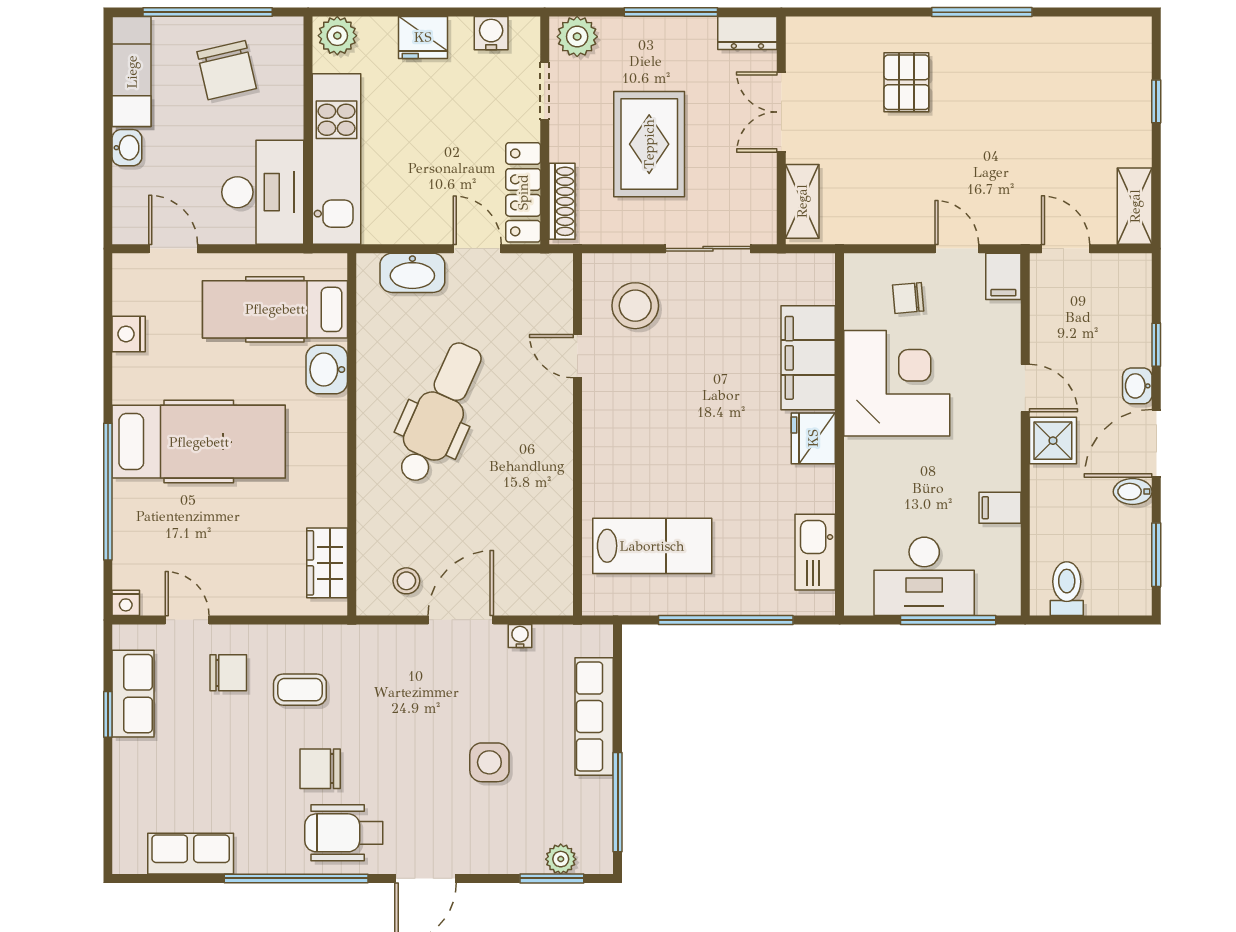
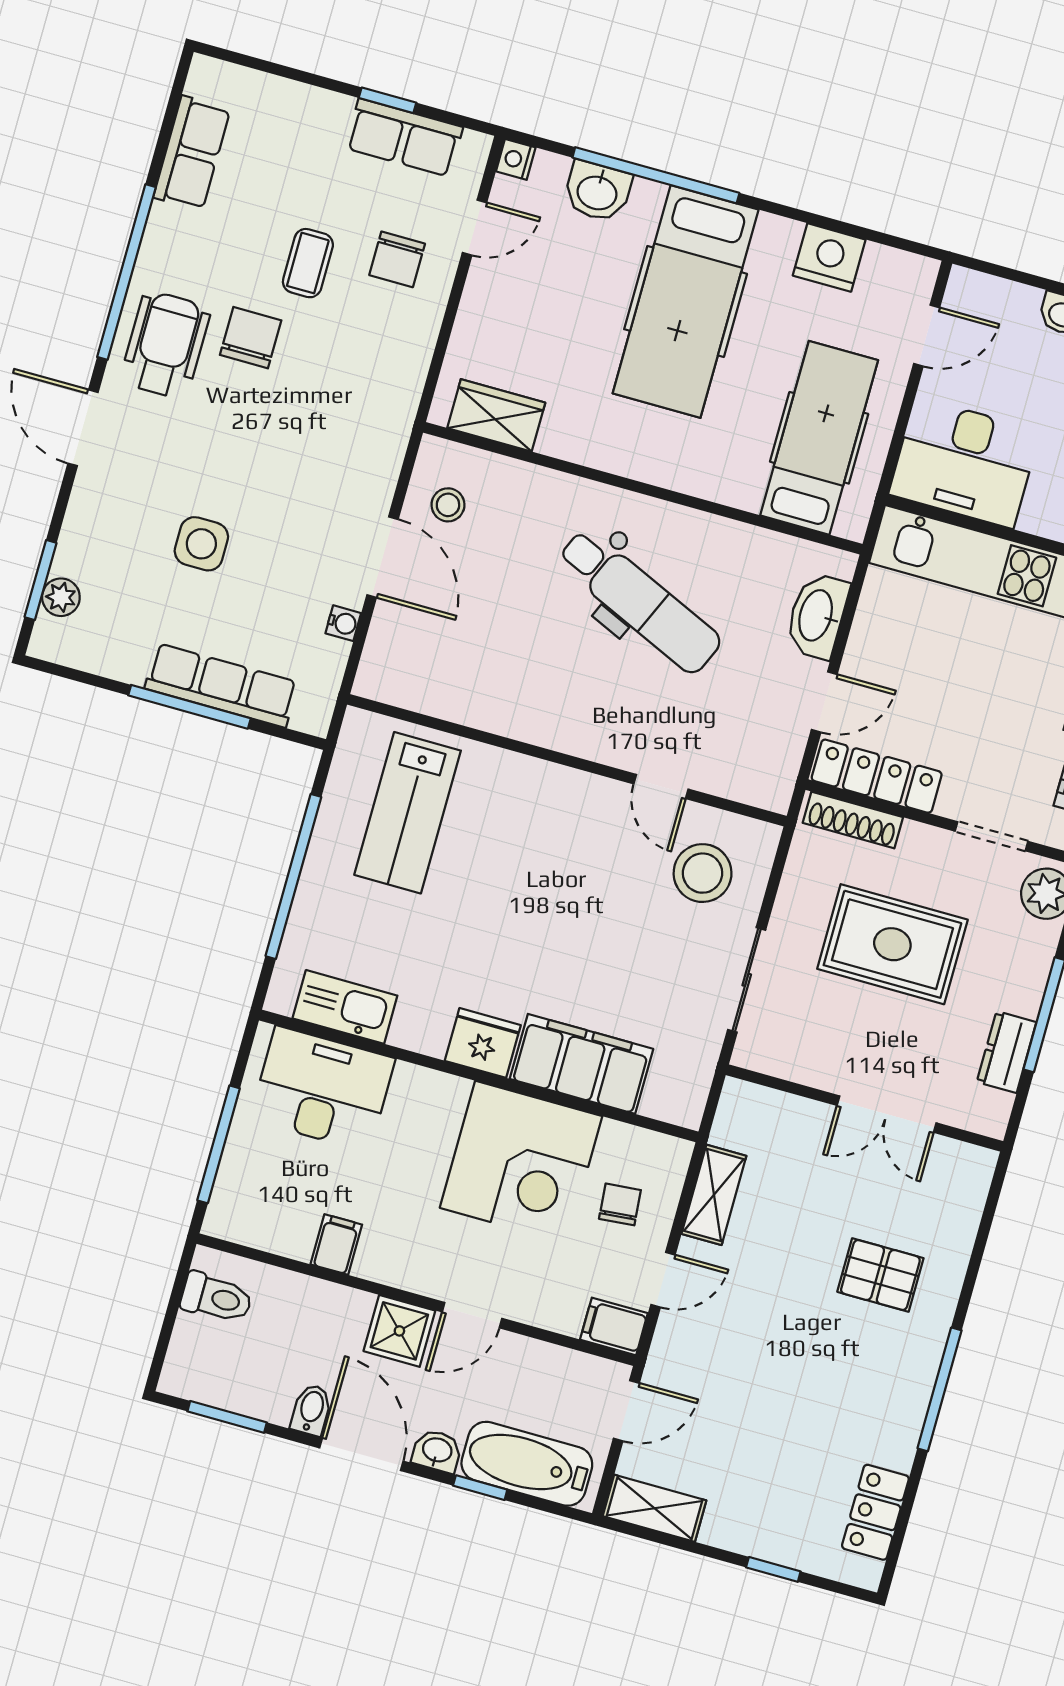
dresser: (747, 33) -> (1007, 1052), moved
locker: (1090, 35) -> (875, 1512), added
double door: (781, 112) -> (887, 1114), swing flipped
shelving: (802, 201) -> (714, 1195), moved, turned 90
bathtub: (1128, 314) -> (527, 1464), added
nightstand: (129, 334) -> (829, 258), width x1.36, depth x1.33
door: (577, 356) -> (661, 786), swing flipped
washbasin: (327, 370) -> (597, 191), moved, turned 180
desk: (924, 576) -> (322, 1089), moved, turned 90
coffee table: (300, 690) -> (308, 263), moved
window: (618, 802) -> (189, 707), moved

